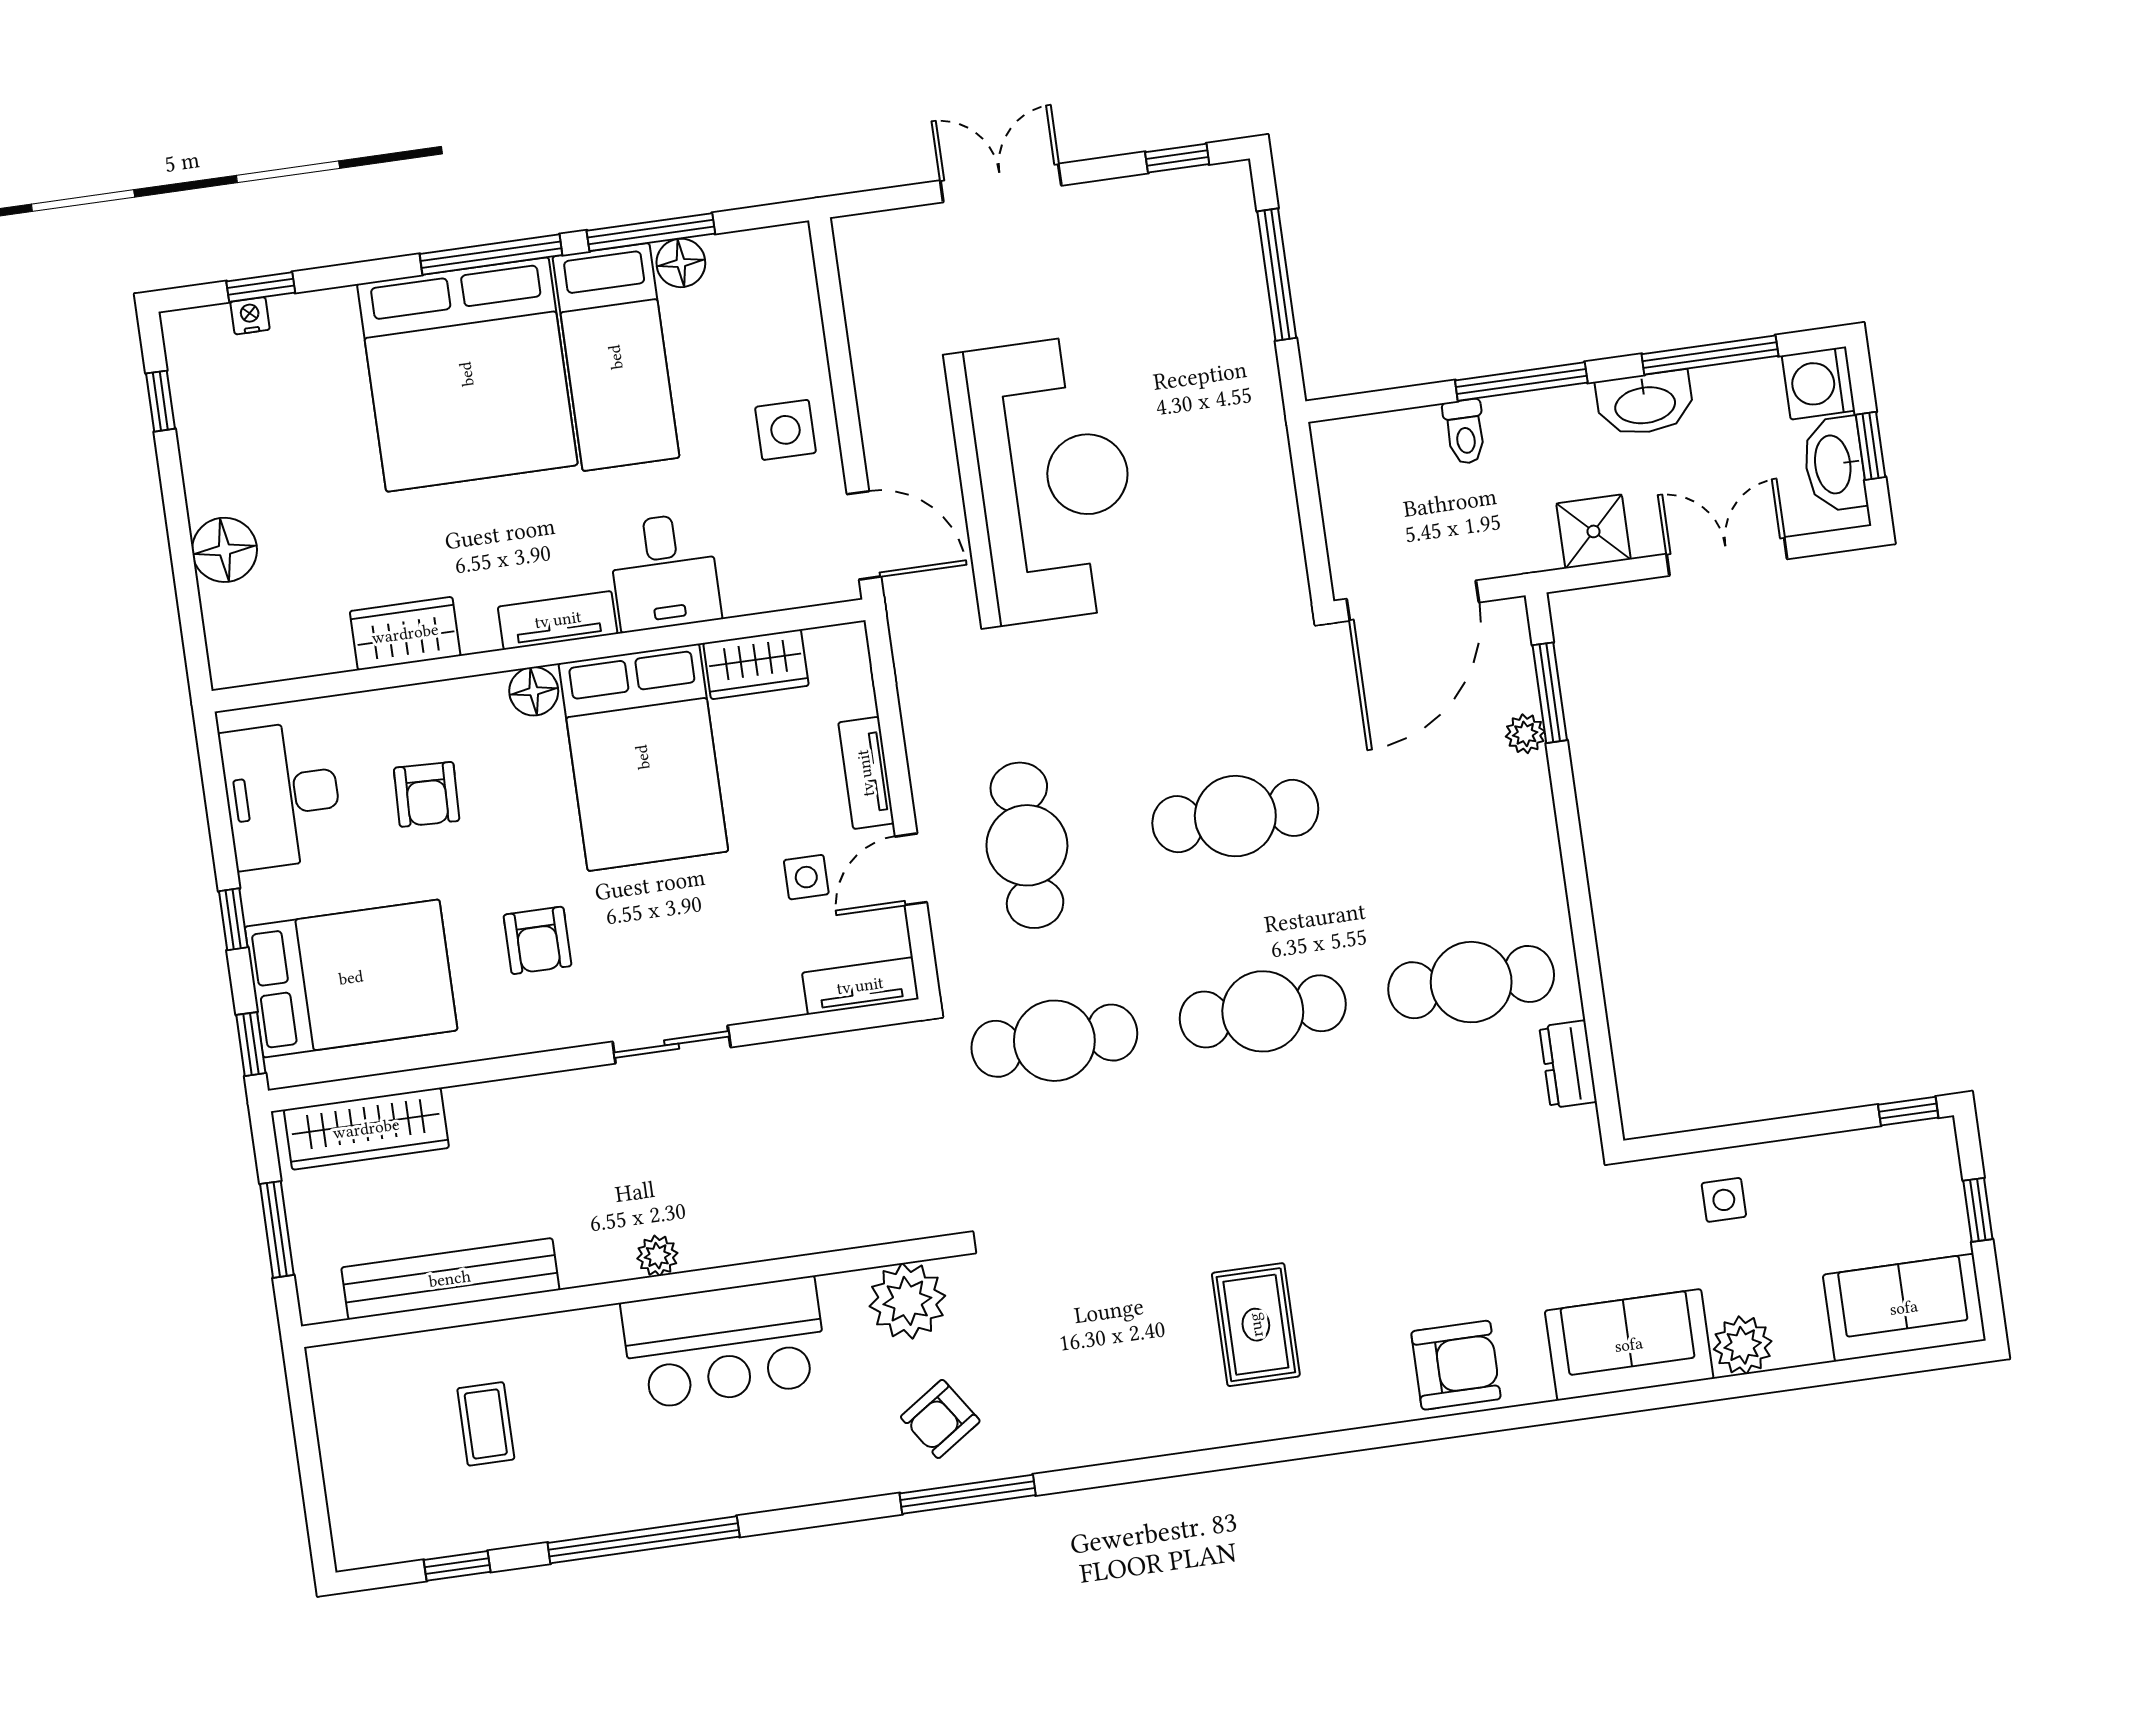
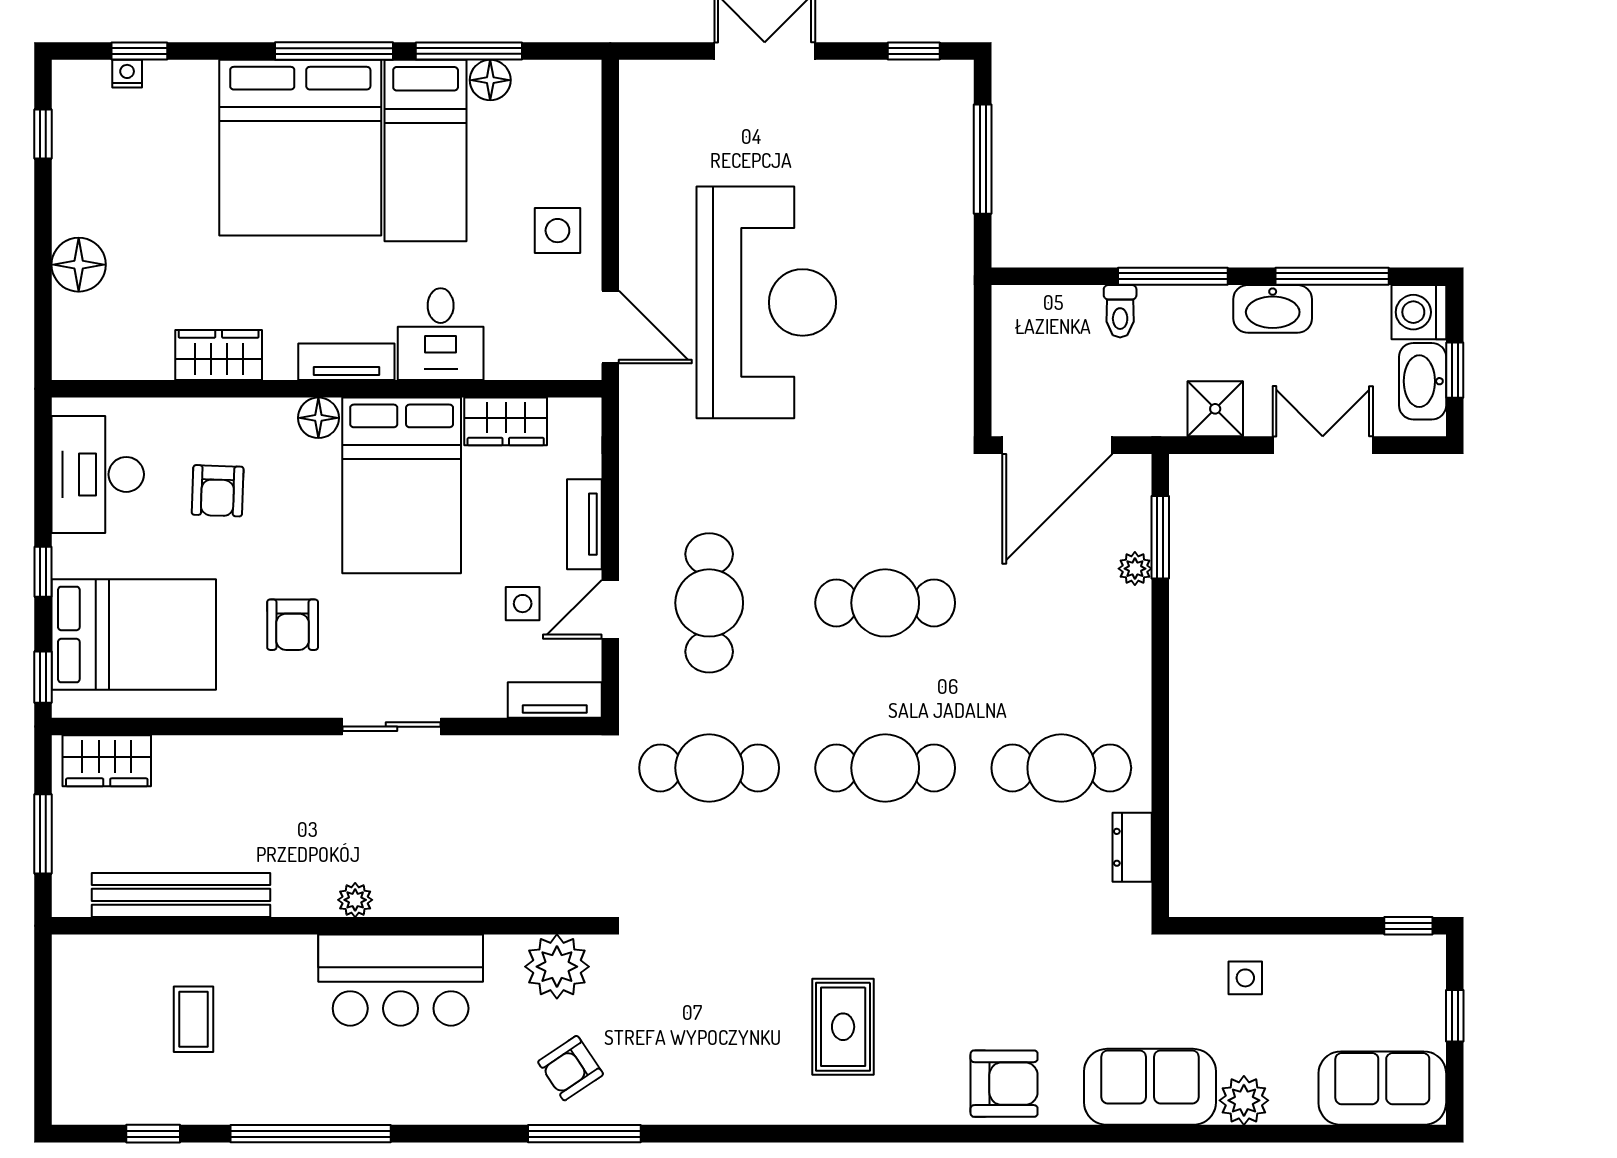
wardrobe: (366, 1129) -> (107, 761), width x0.67

